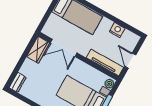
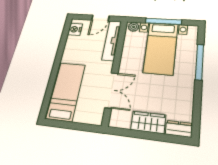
nightstand: (117, 30) -> (75, 29), moved
wardrobe: (38, 50) -> (148, 122), moved

